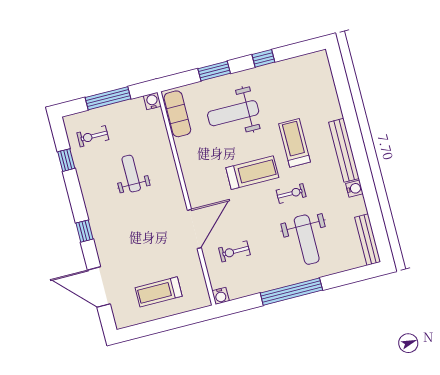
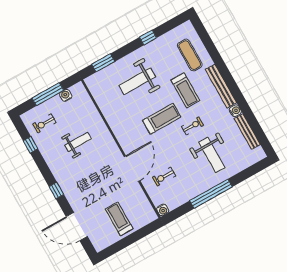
window: (214, 71) -> (103, 63), moved
water cooler: (152, 101) -> (66, 95), moved
exercise mat: (177, 114) -> (190, 55), moved
treadmill: (295, 143) -> (185, 90), turned 180
weight bench: (131, 174) -> (78, 142), turned 90
bench: (368, 240) -> (247, 132), moved
treadmill: (159, 292) -> (119, 219), turned 90

